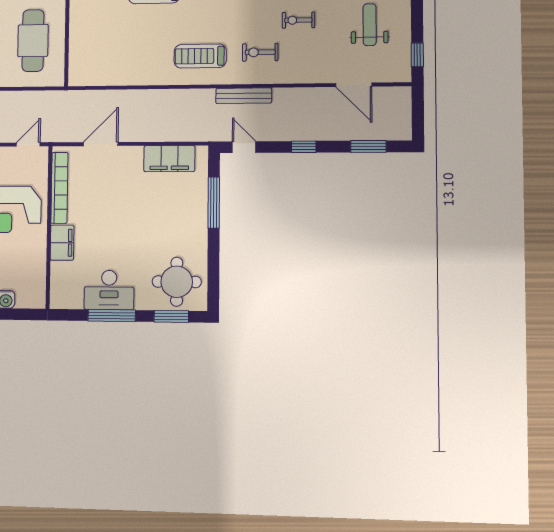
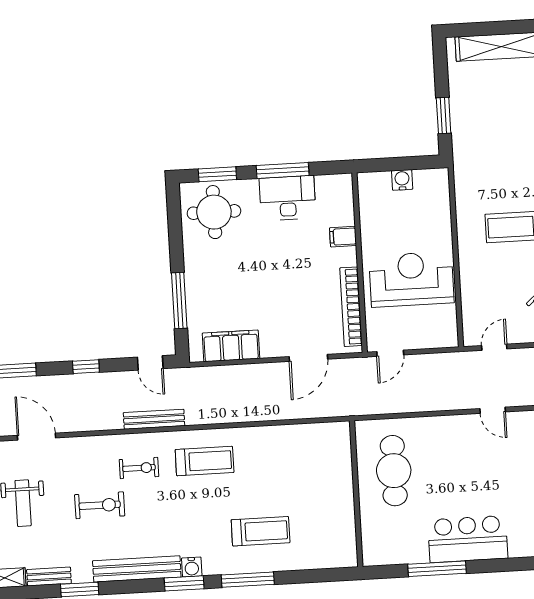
exercise bike: (298, 20) -> (100, 505), width x1.38, depth x1.39
filing cabinet: (62, 243) -> (343, 237), width x0.50

